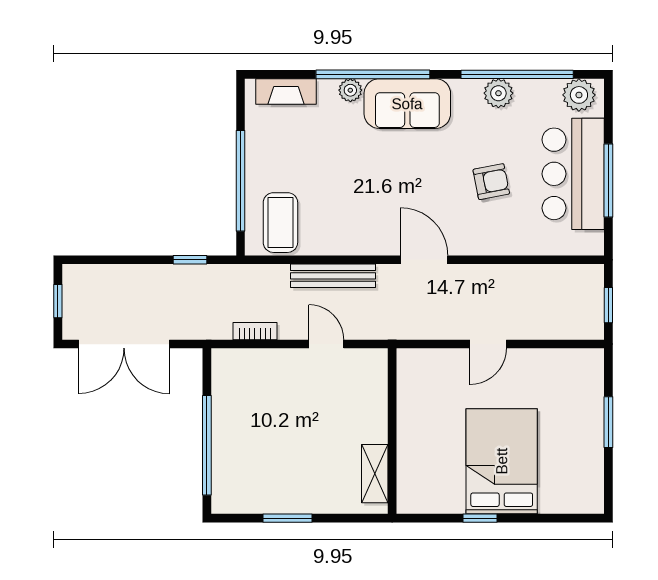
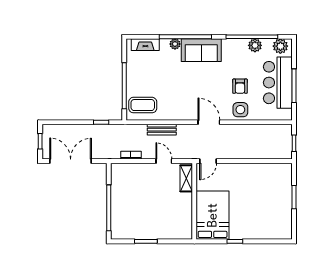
plant: (498, 93) -> (255, 45), moved
armchair: (491, 182) -> (240, 86), turned 101
coffee table: (280, 223) -> (143, 105), turned 90
side table: (492, 233) -> (240, 110), added
bench: (333, 276) -> (162, 130), width x0.73
double door: (124, 344) -> (71, 161), swing flipped
door: (488, 344) -> (208, 161), moved
bed: (502, 461) -> (213, 215), moved
shelving: (375, 474) -> (186, 178), moved

